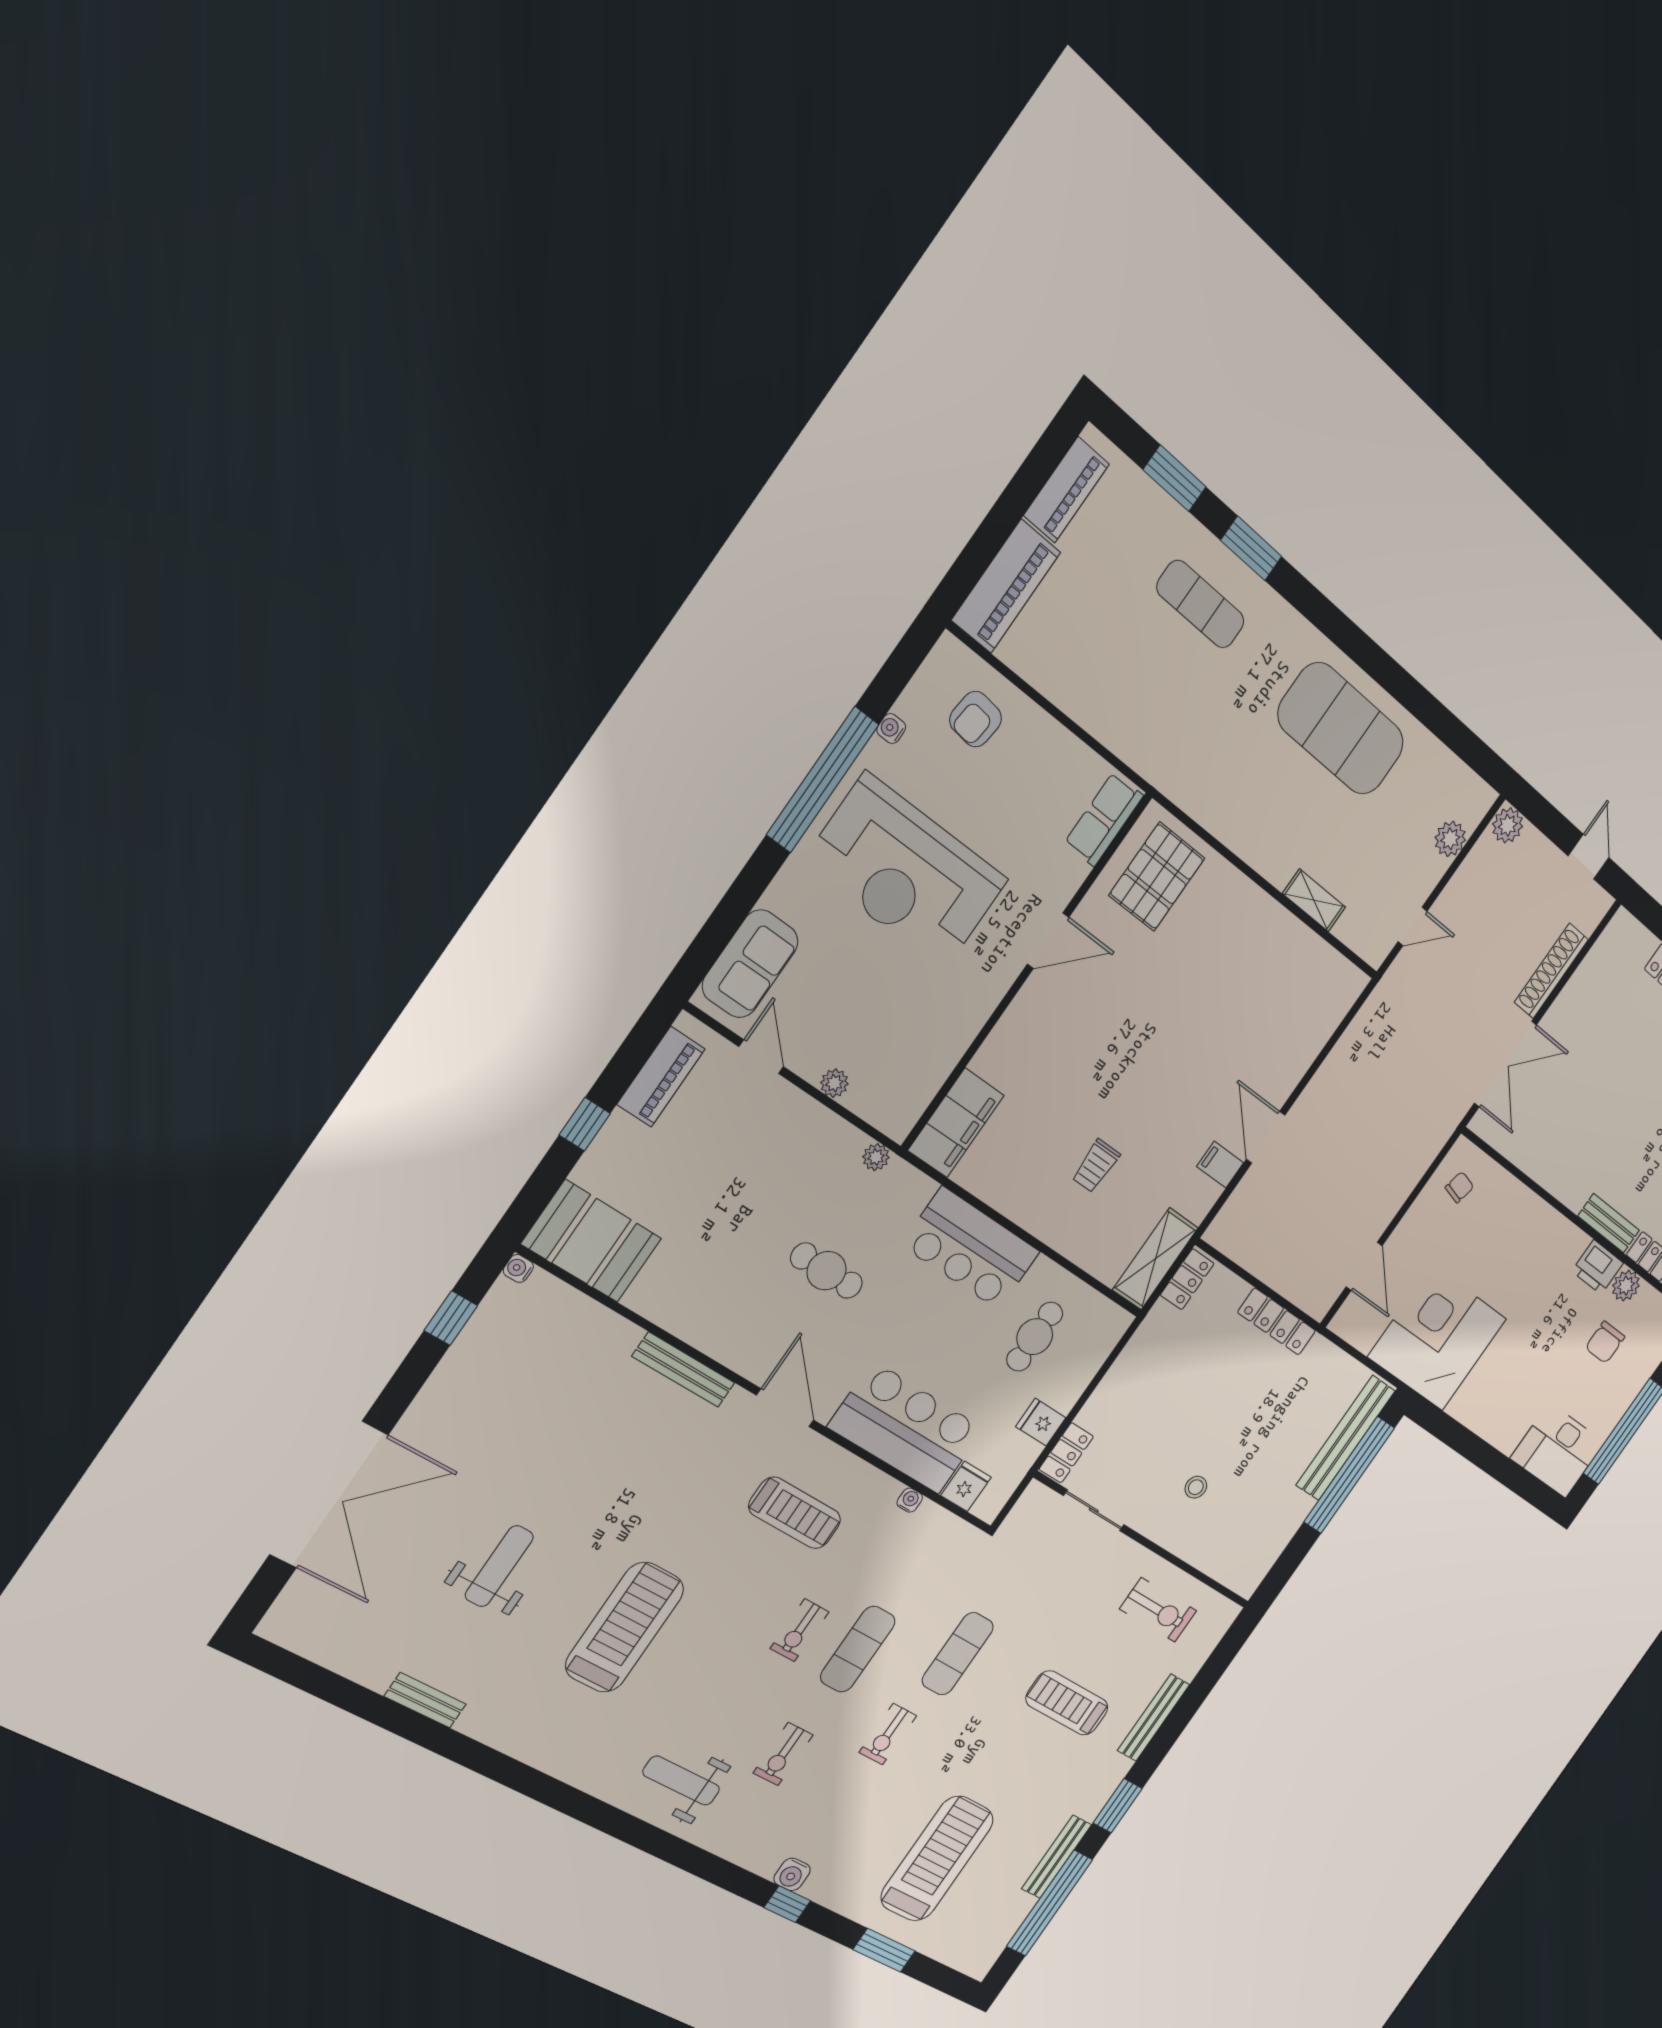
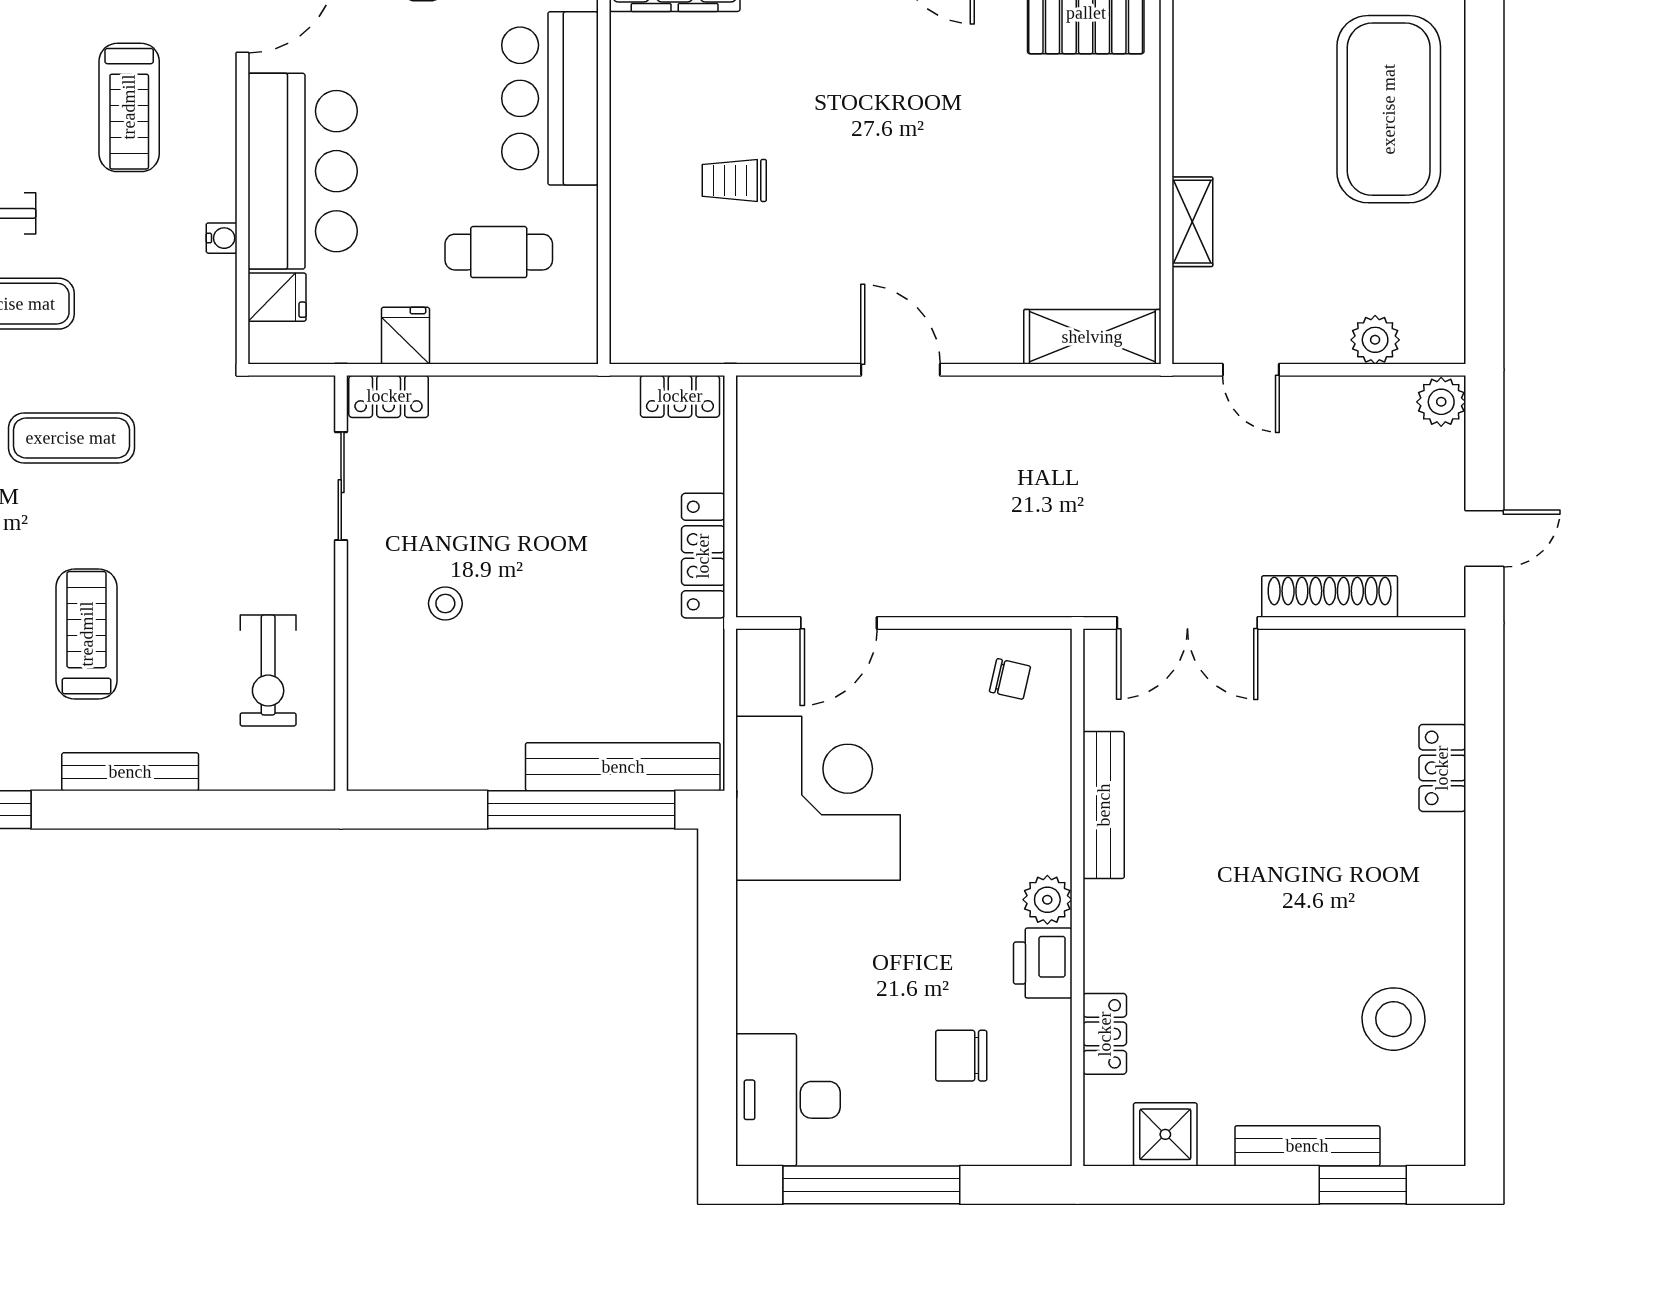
door: (1266, 1137) -> (901, 370), hinge flipped
filing cabinet: (1220, 1165) -> (834, 336), removed
bench: (1609, 1223) -> (1104, 805), moved, width x1.36
shelving: (1155, 1259) -> (1092, 337), moved
plant: (1626, 1286) -> (1047, 900), moved

